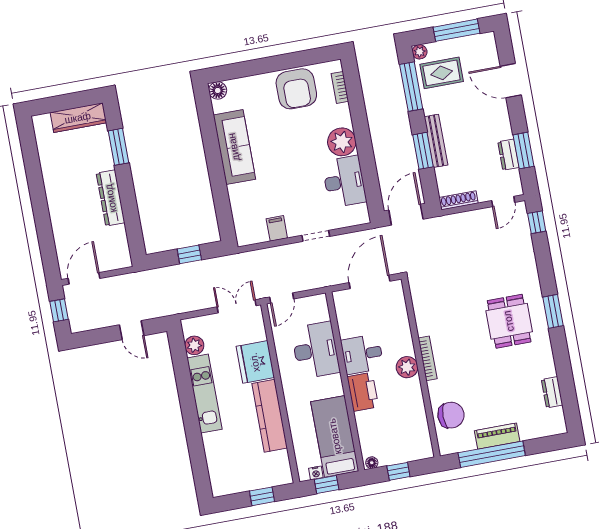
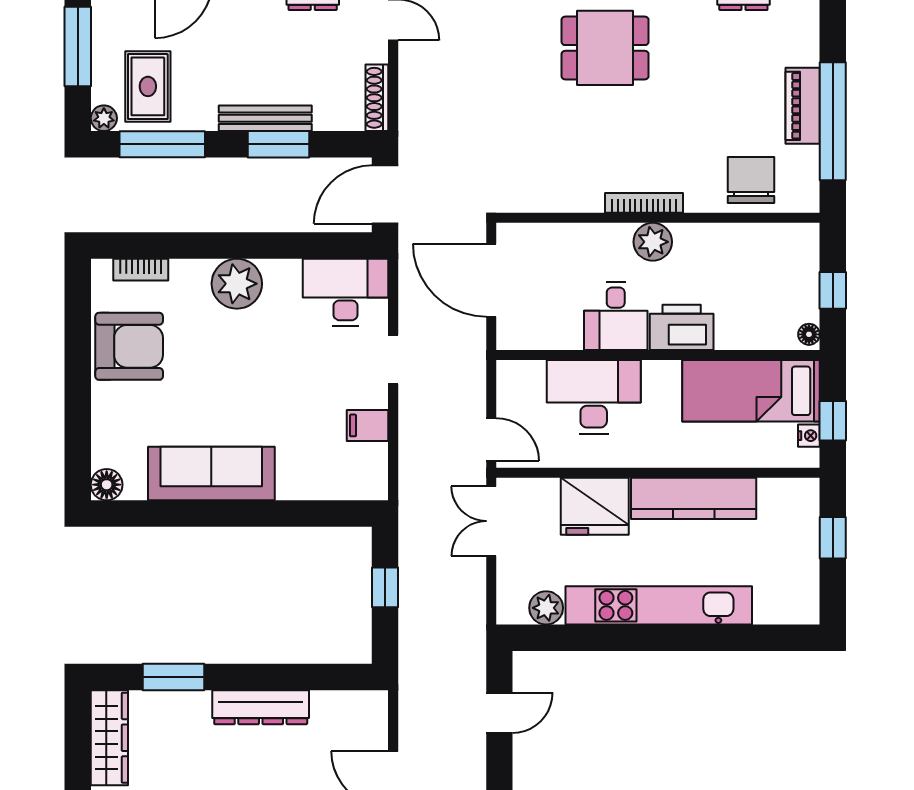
desk: (344, 182) -> (346, 292), moved
door: (406, 215) -> (385, 195), hinge flipped
kitchen unit: (205, 394) -> (659, 605), width x1.36

